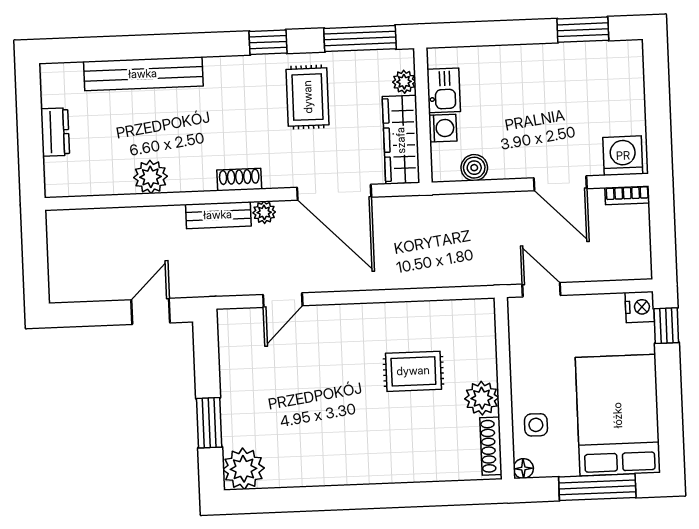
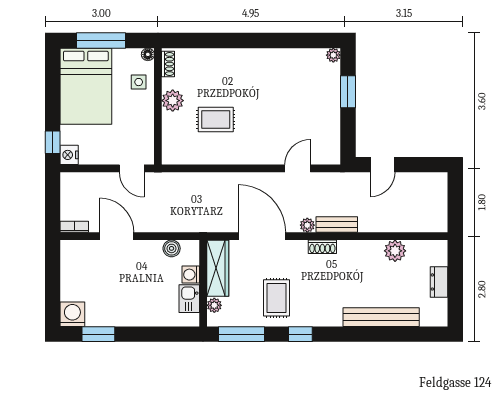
washing machine: (623, 156) -> (72, 314), moved, turned 180
plant: (150, 177) -> (395, 251), moved
shoe rack: (491, 446) -> (168, 64), width x0.70
plant: (244, 469) -> (333, 55), width x0.53, depth x0.53

